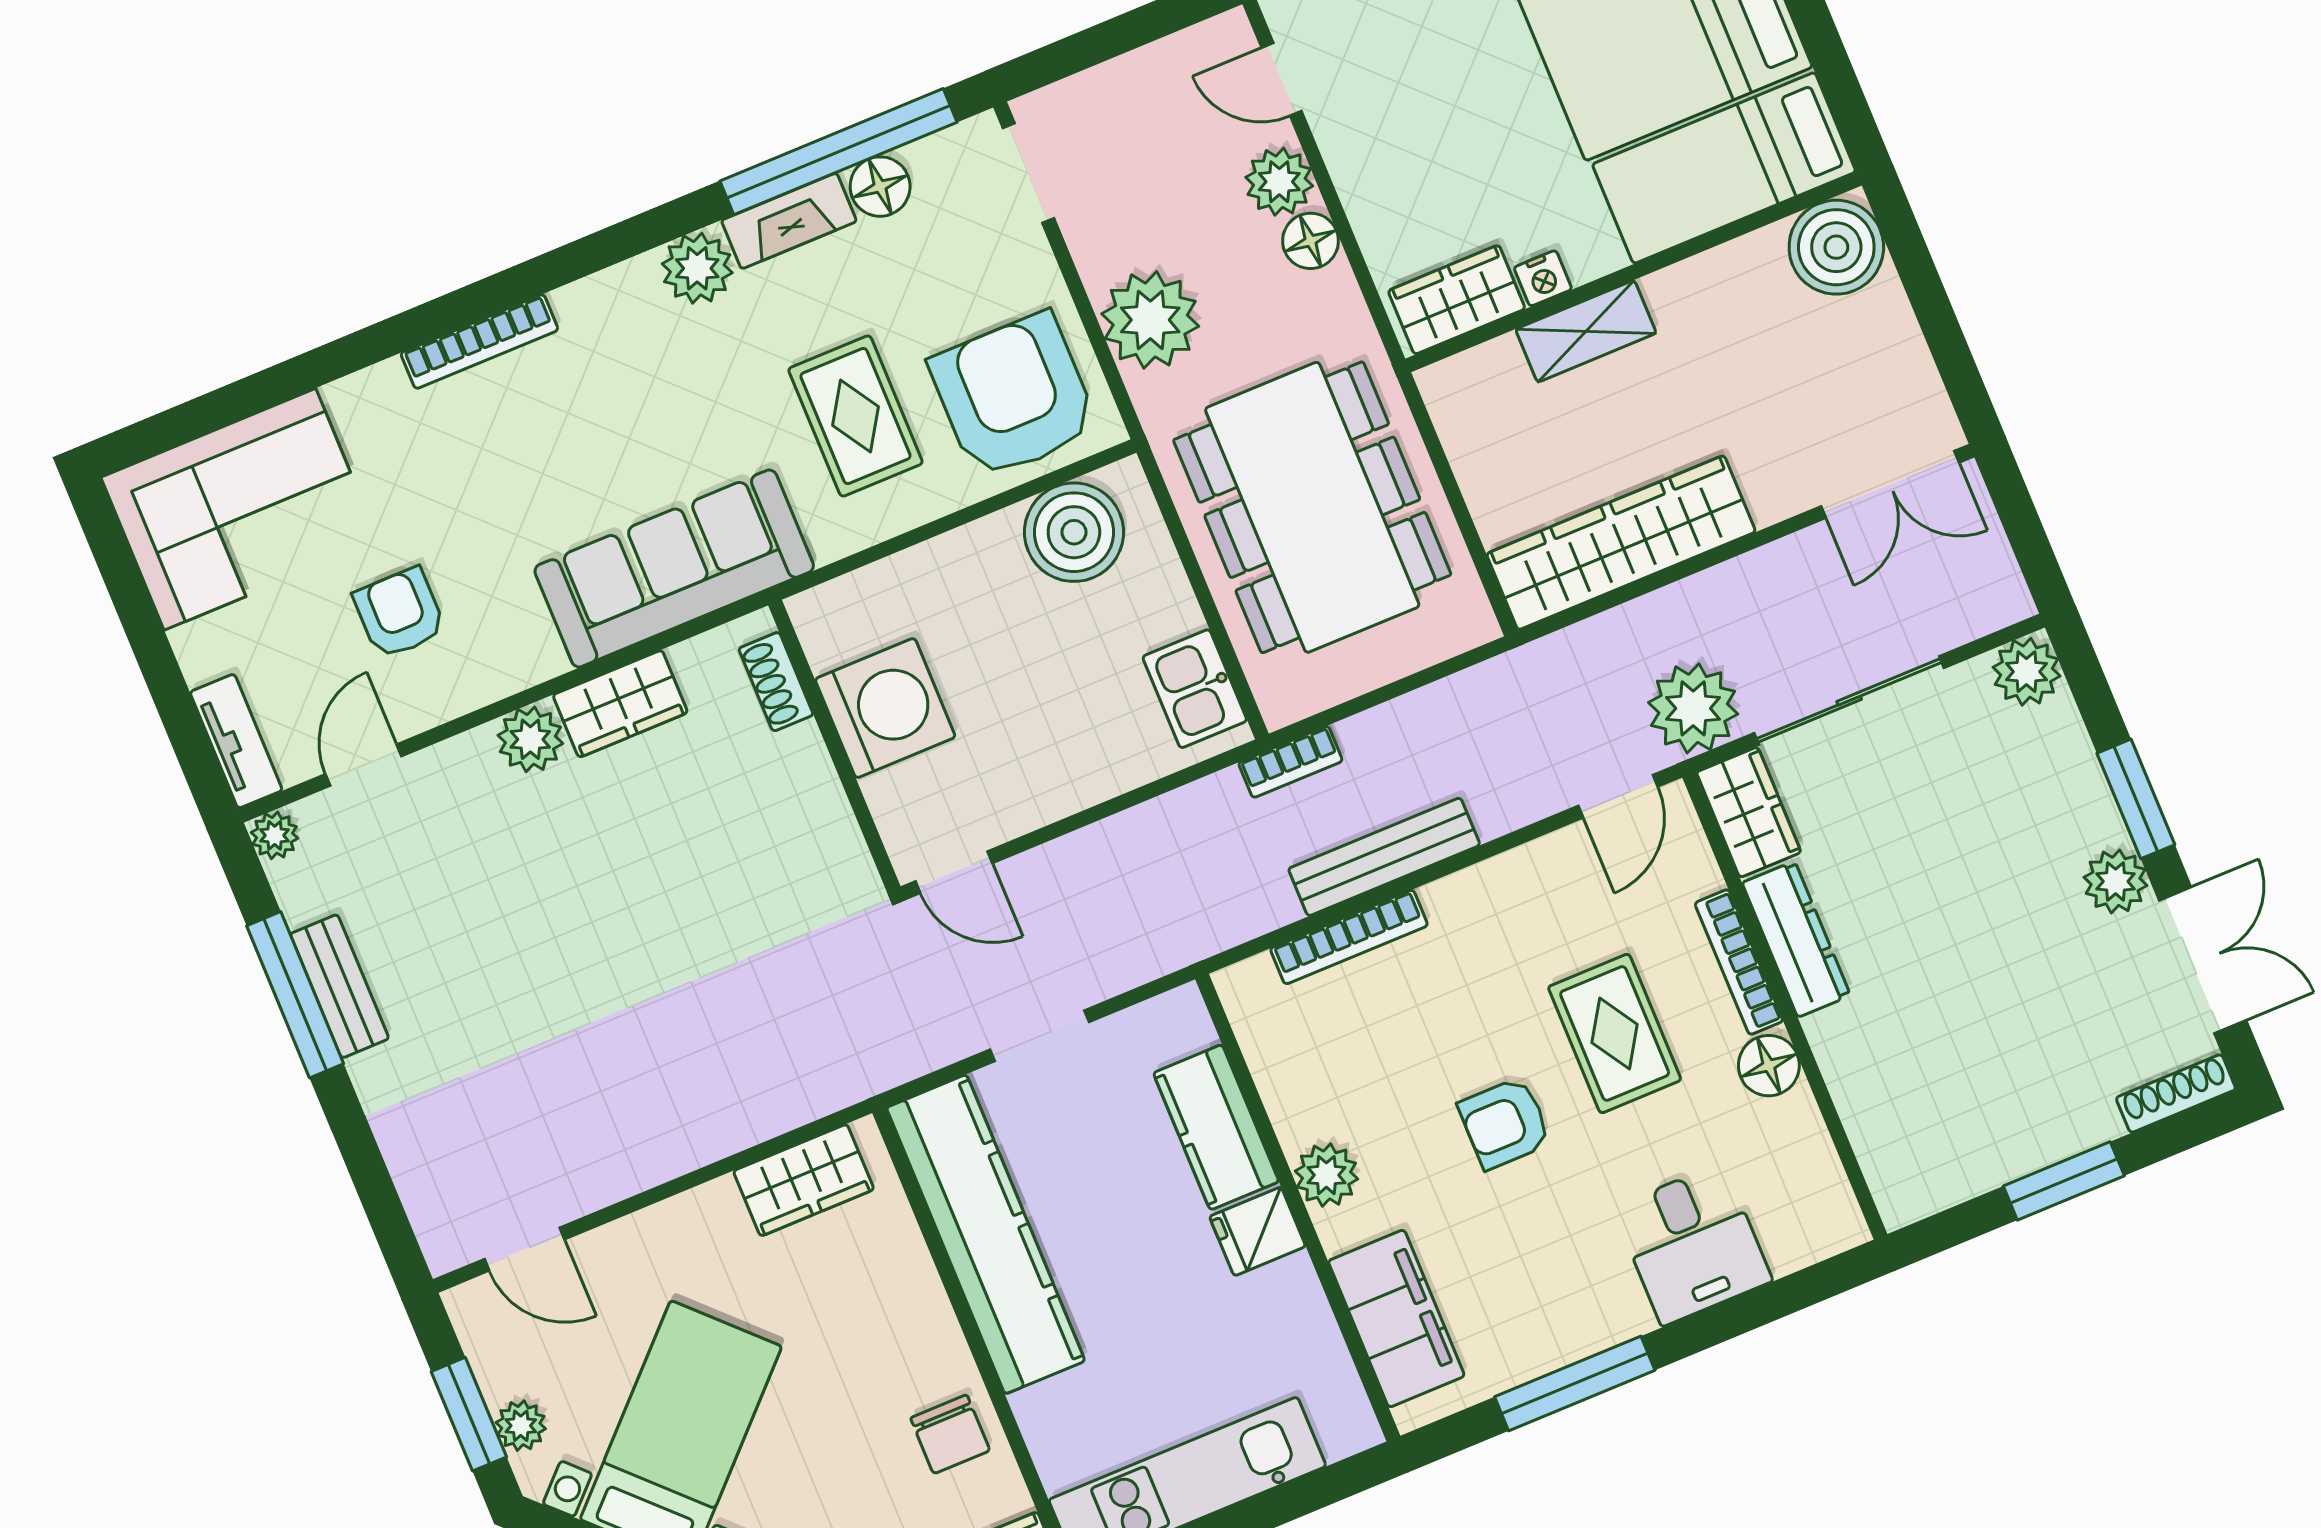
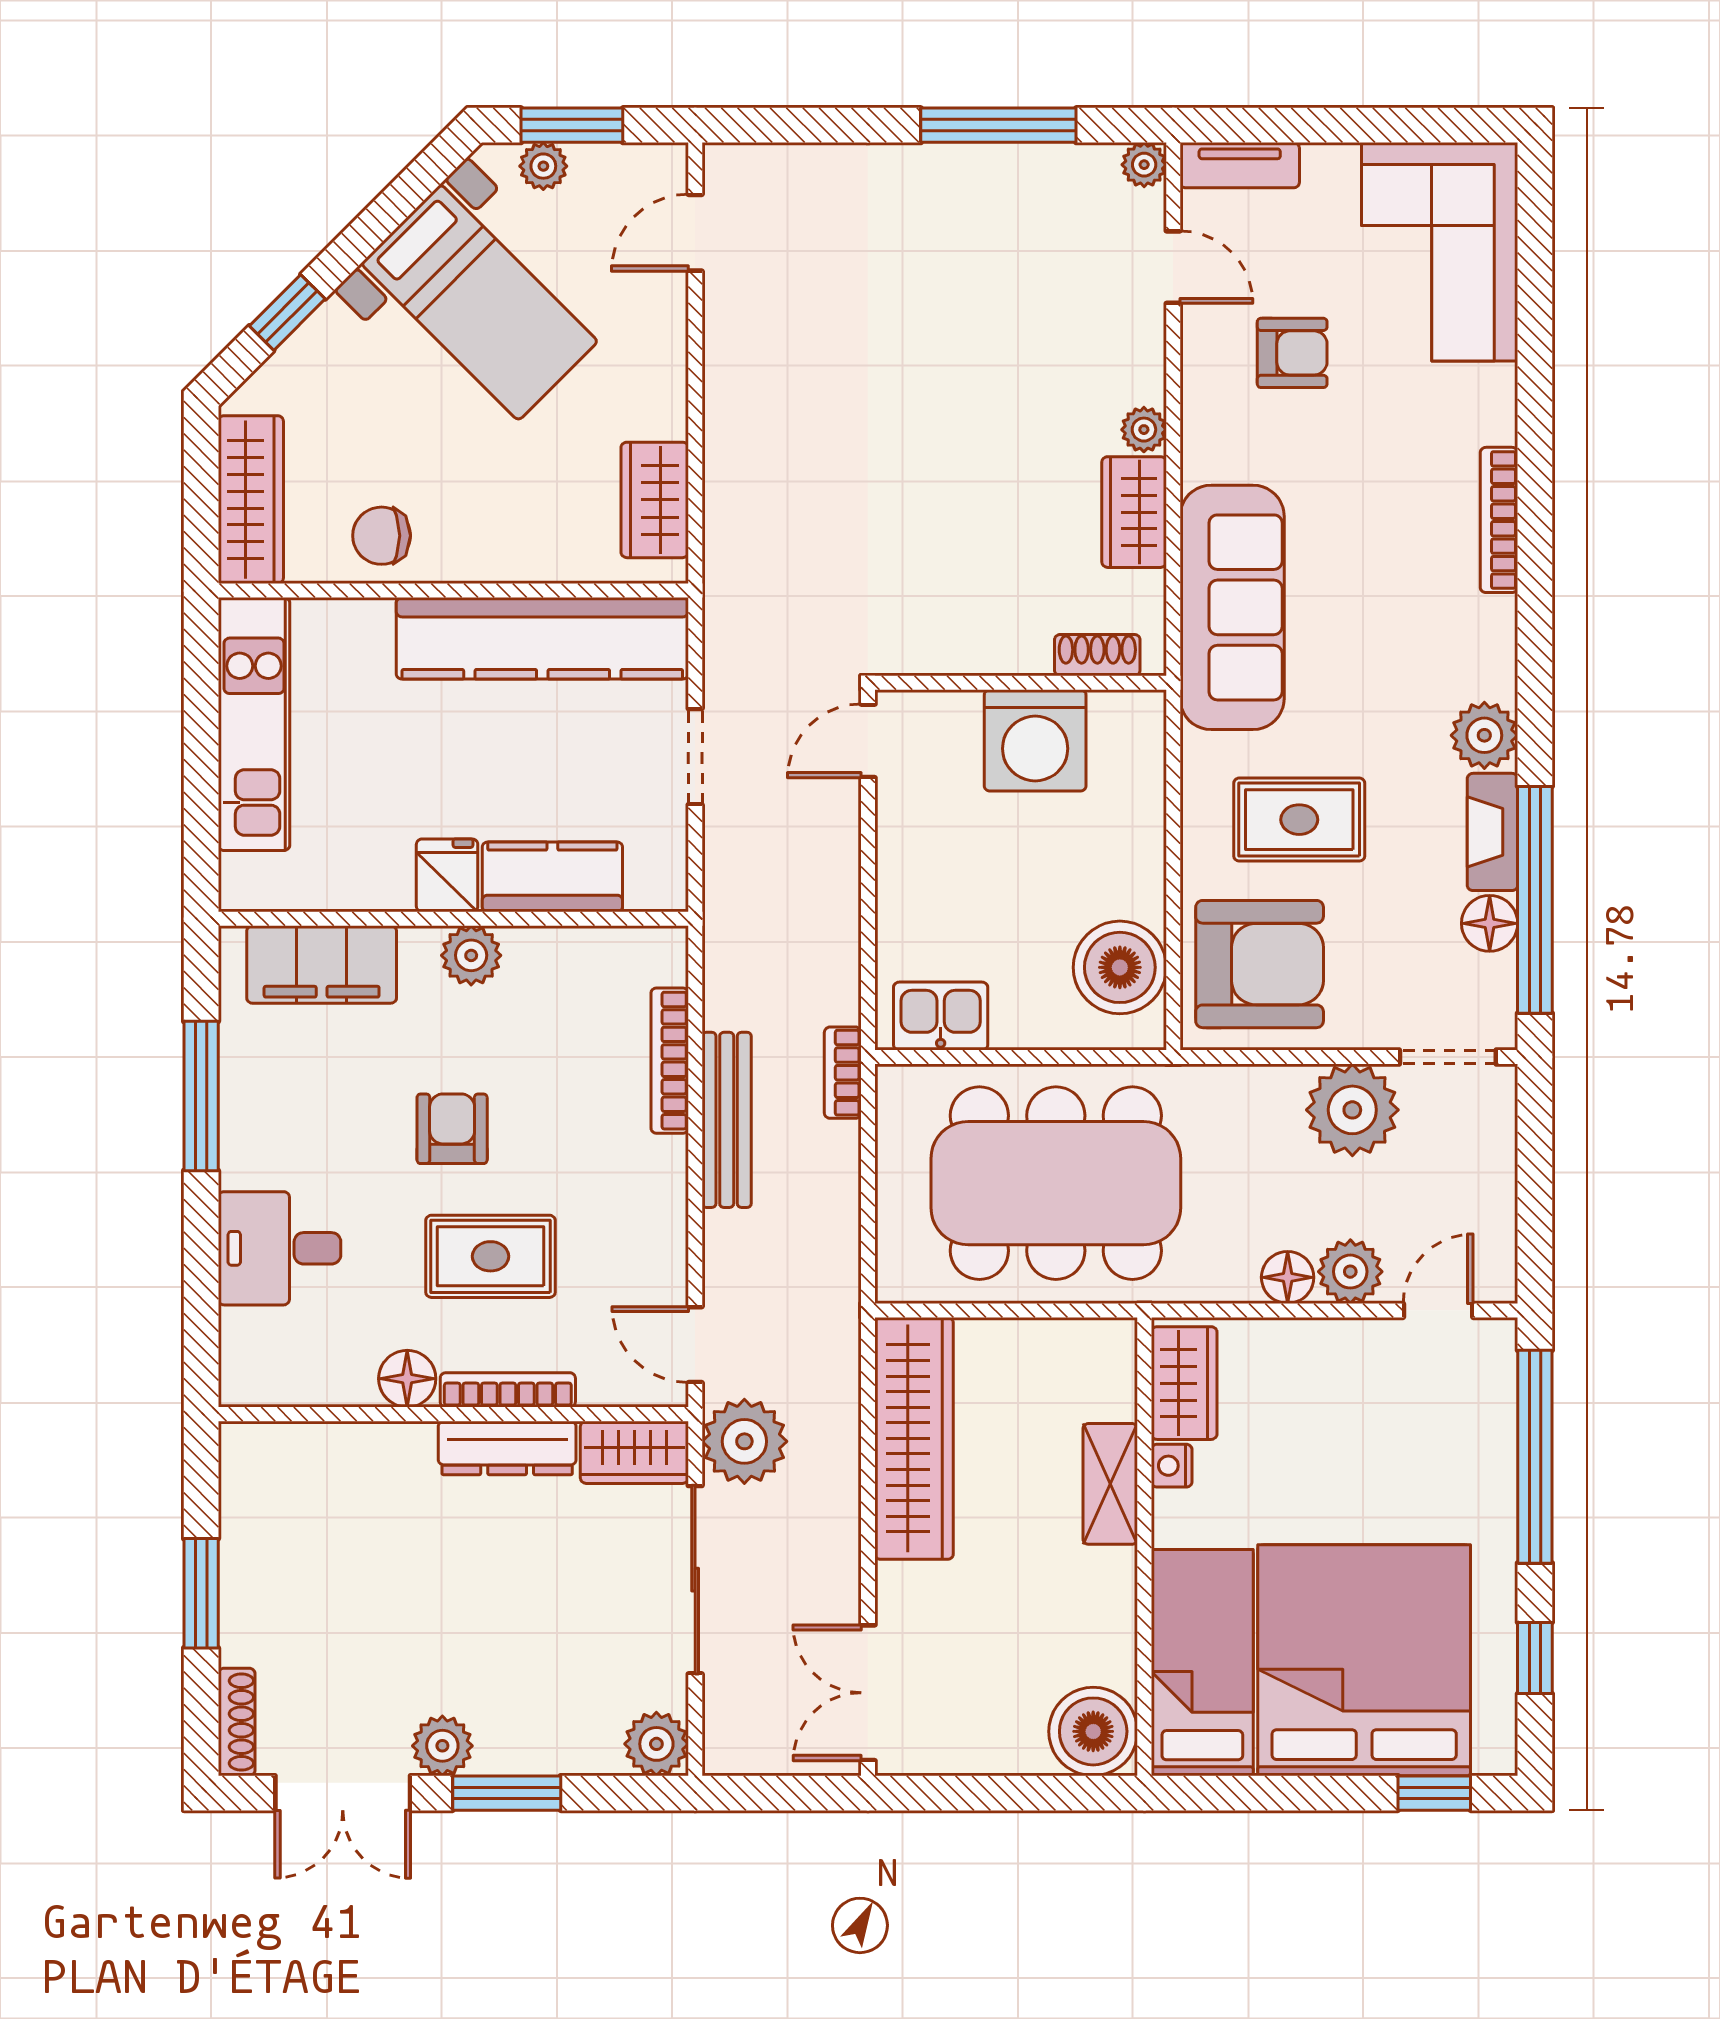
plant: (1150, 320) -> (1352, 1110), moved
plant: (530, 739) -> (1144, 430), width x0.73, depth x0.73
bench: (339, 986) -> (990, 167), removed

